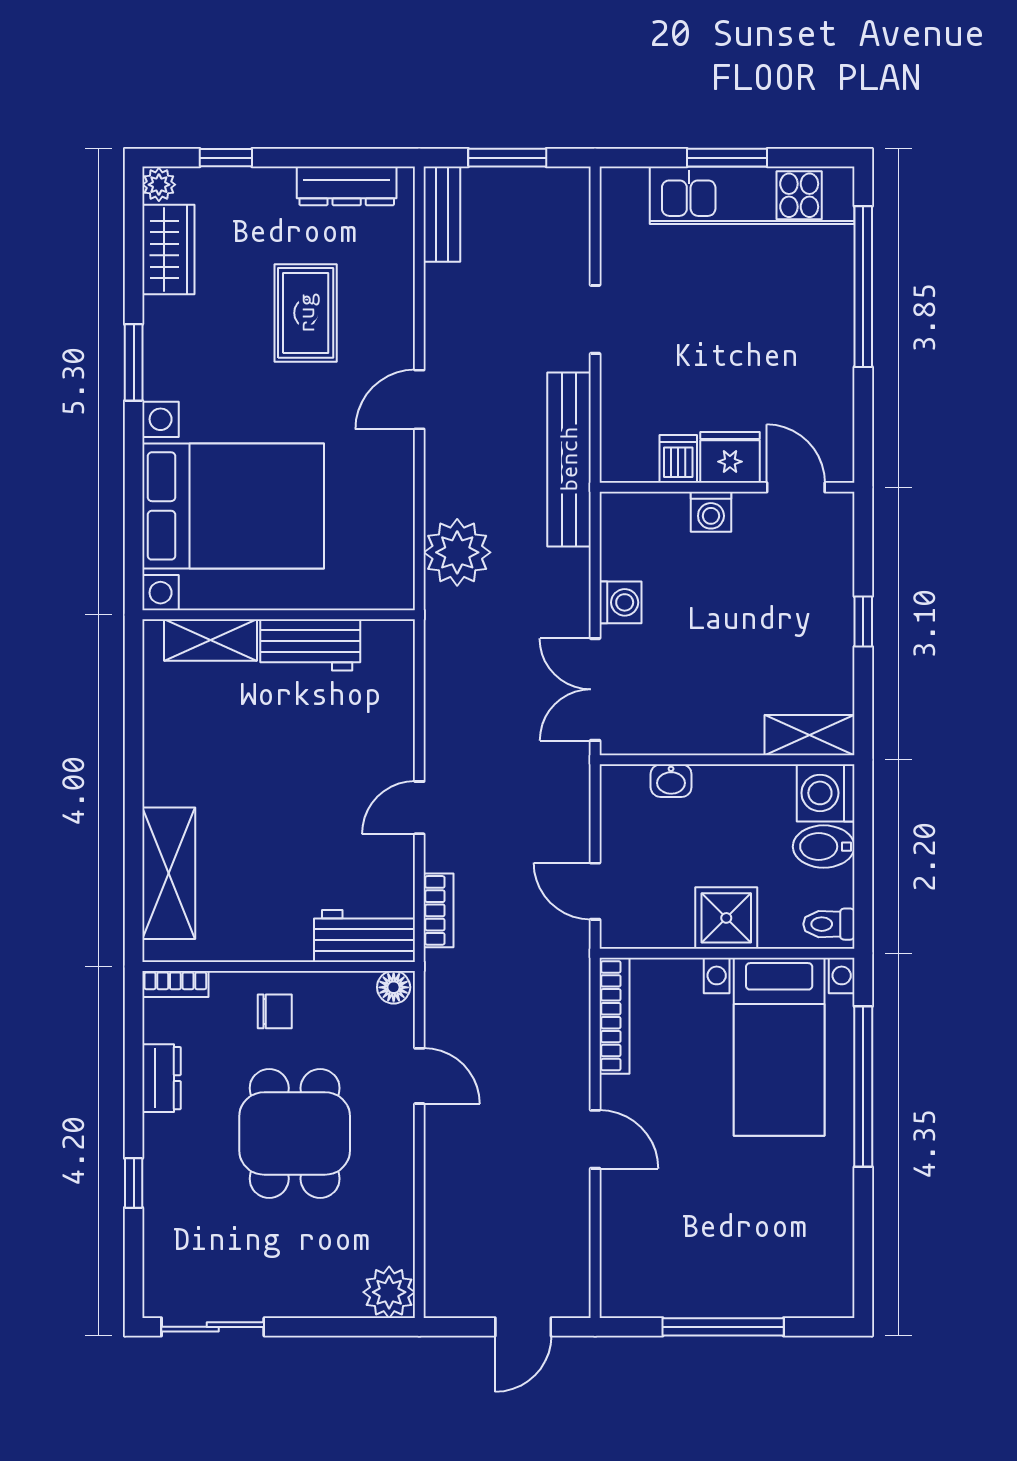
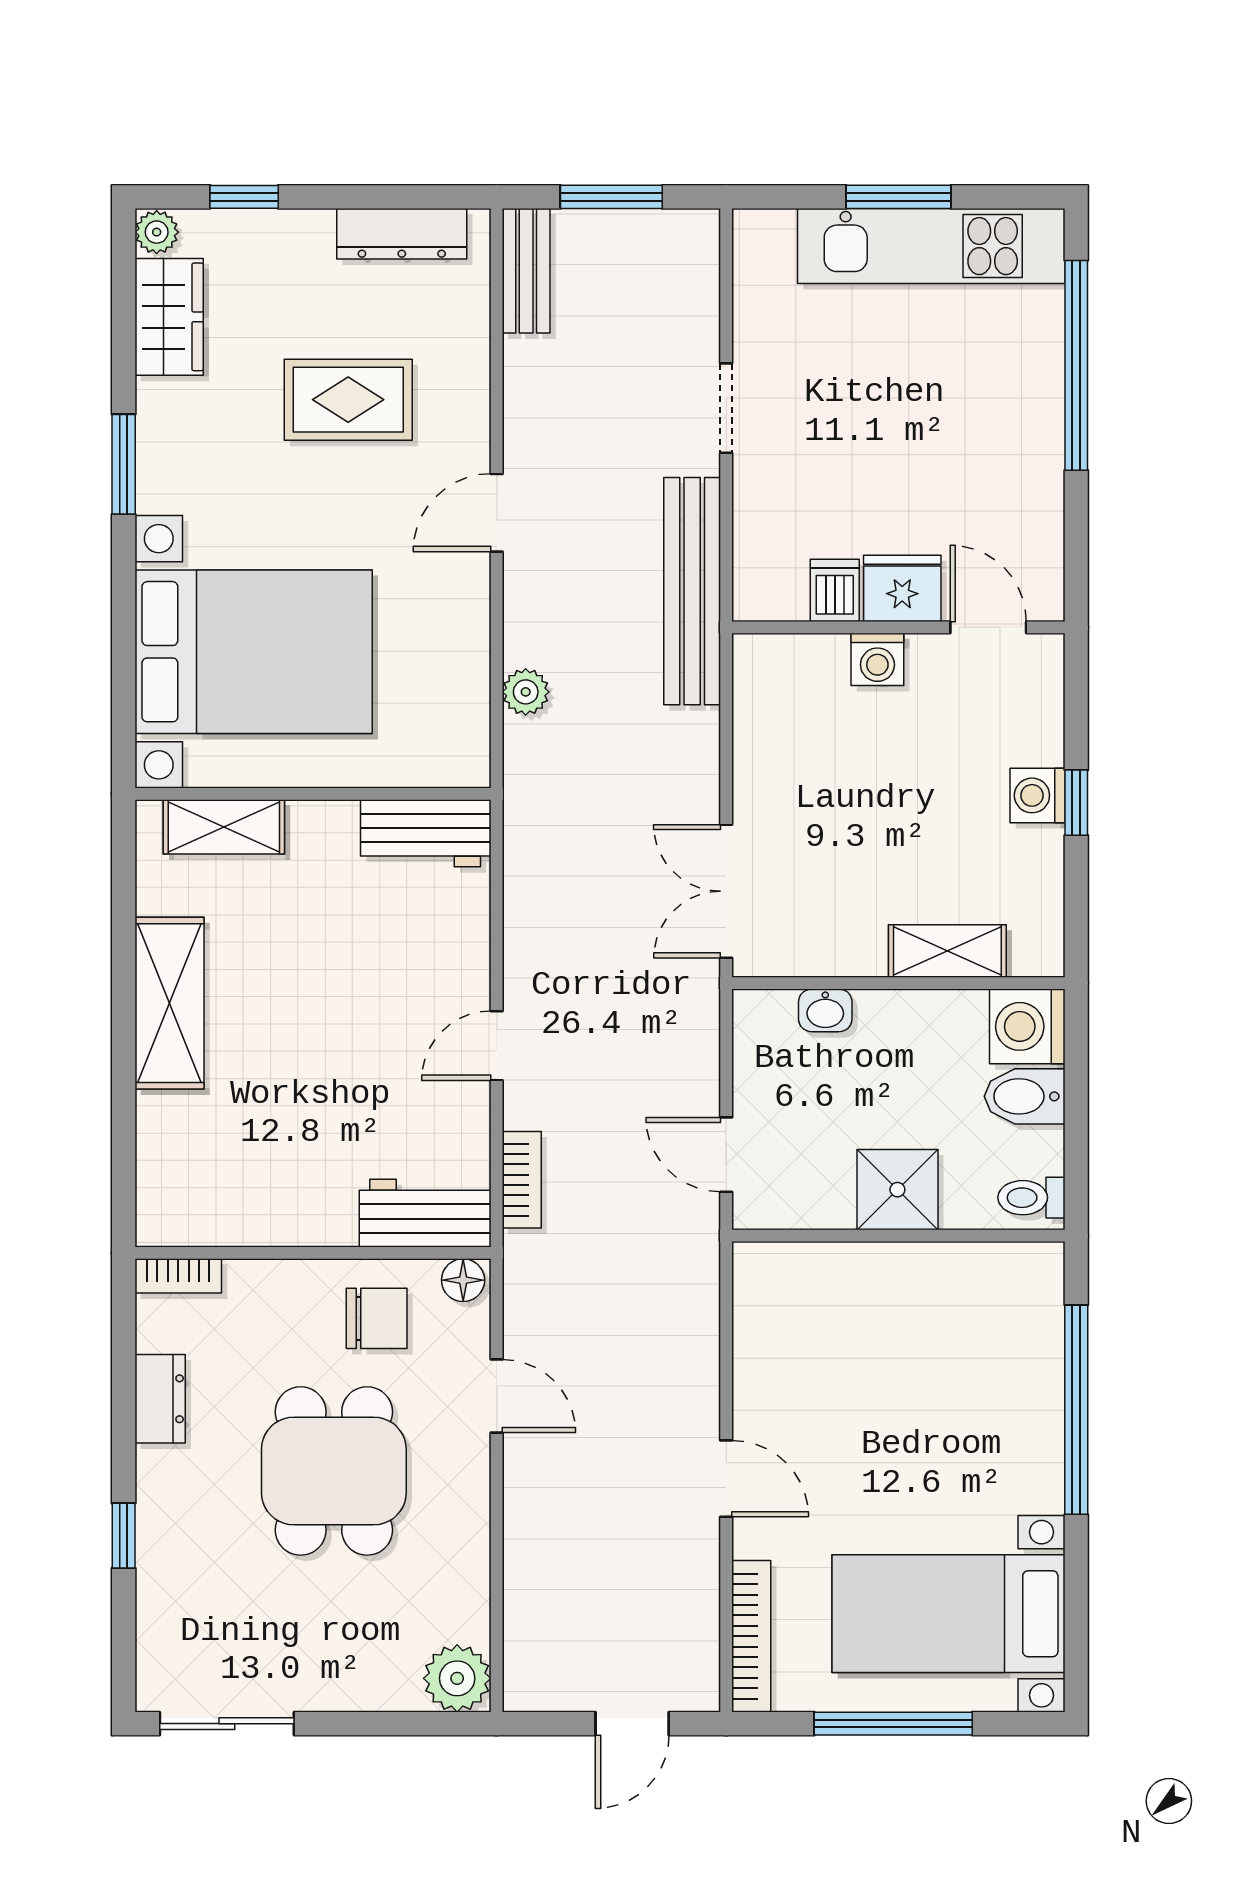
rug: (306, 313) -> (348, 400), turned 90
plant: (457, 552) -> (526, 692), width x0.53, depth x0.53
washing machine: (620, 602) -> (1037, 795), moved, turned 180
workbench: (310, 645) -> (426, 833), moved
shelving: (810, 735) -> (947, 951), moved
shelving: (169, 873) -> (169, 1003), moved
chair: (275, 1011) -> (377, 1318), moved, width x1.37, depth x1.37
bookcase: (614, 1016) -> (751, 1636), moved
bed with nightstands: (779, 1047) -> (948, 1614), moved, turned 90

